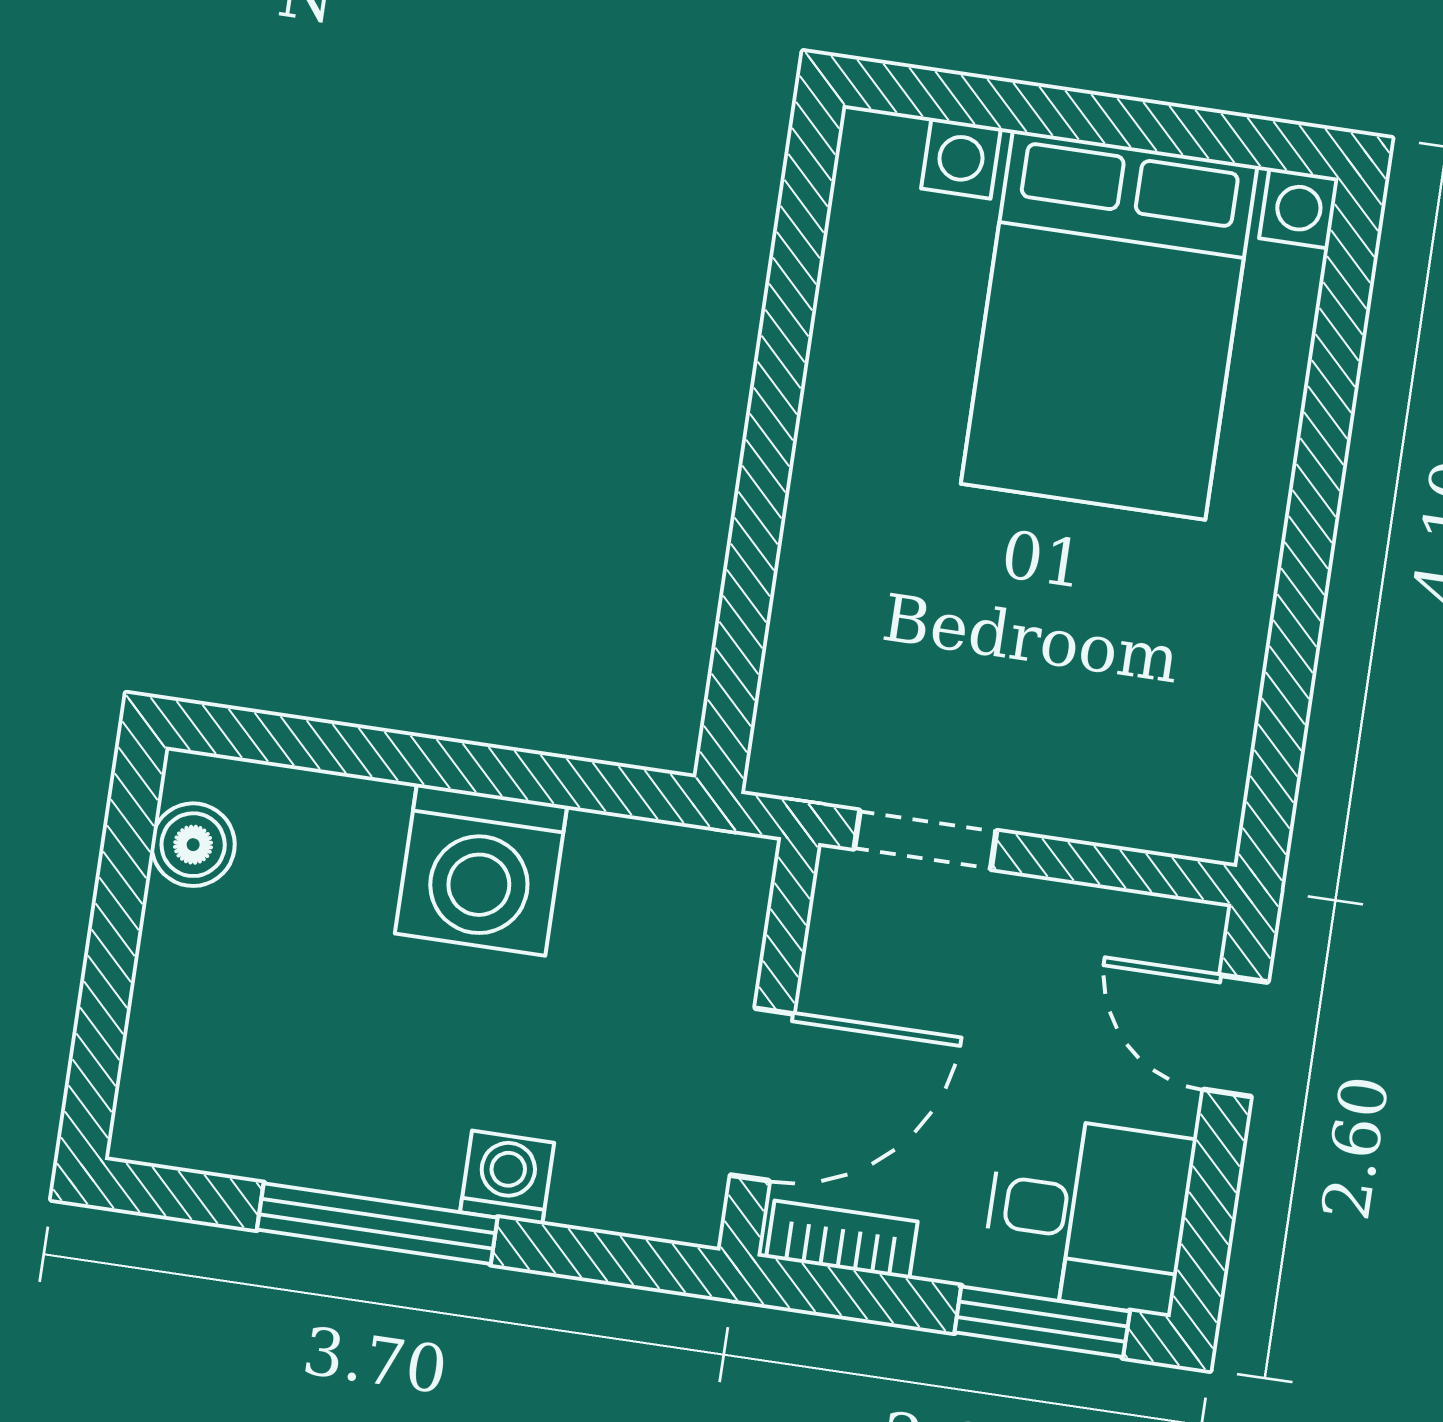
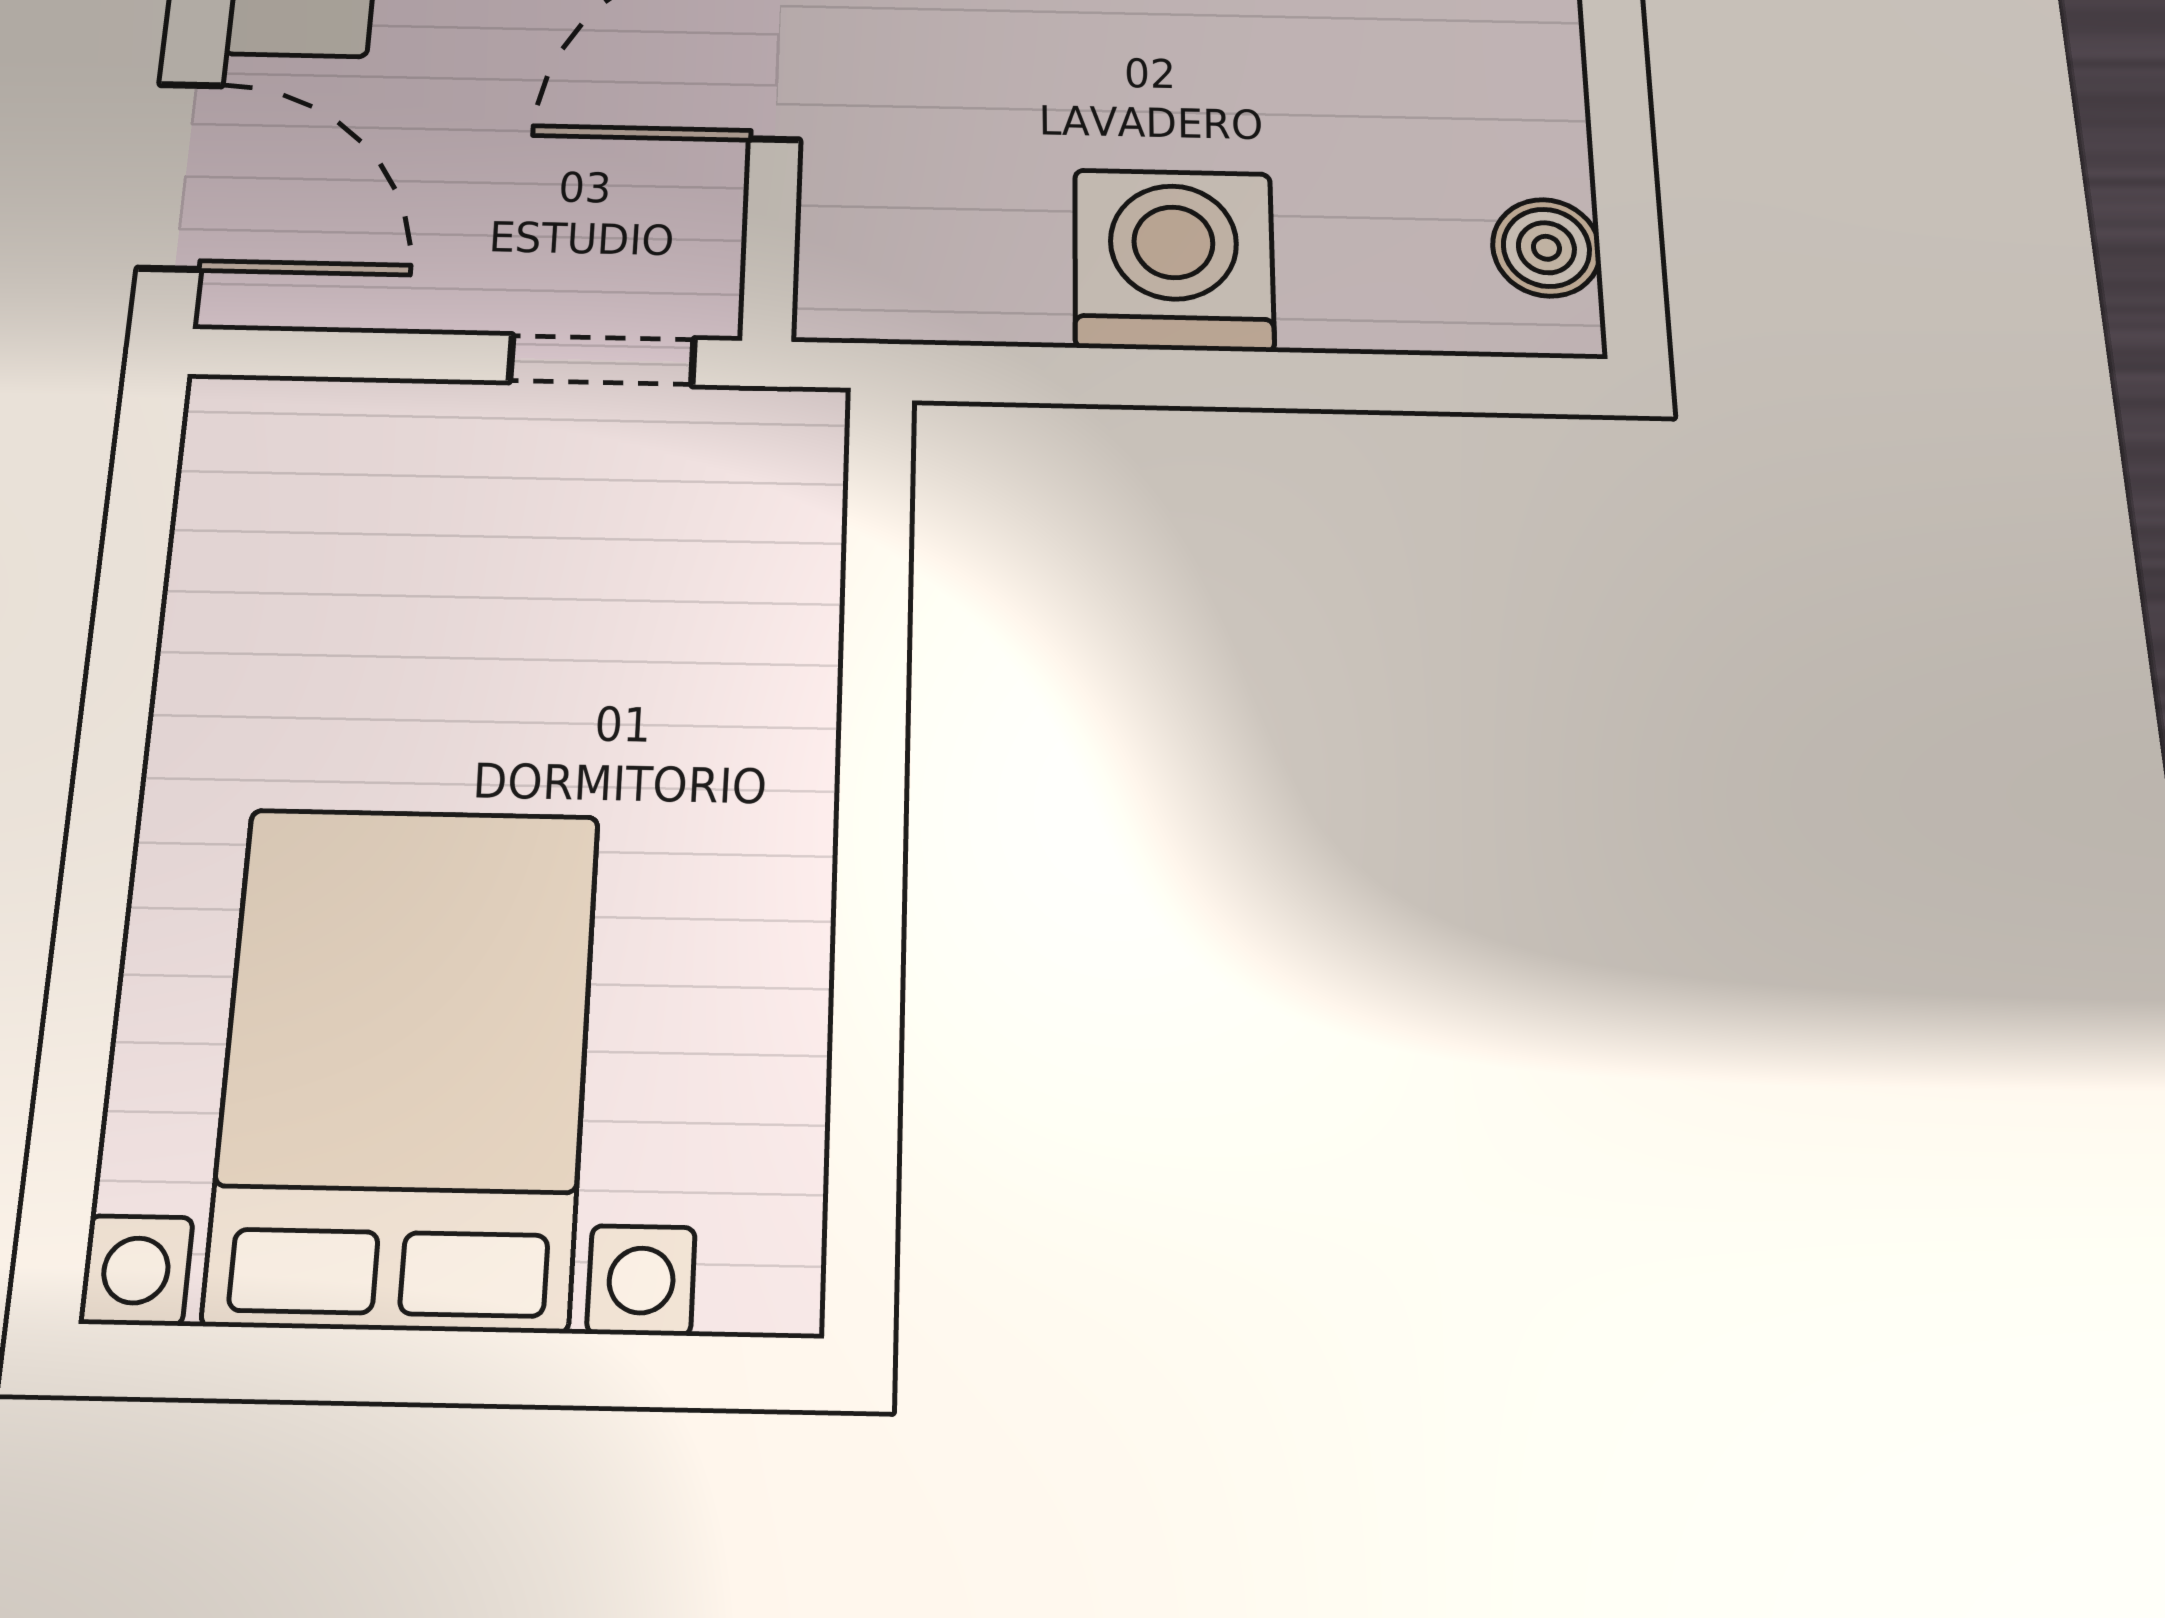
door: (1236, 1036) -> (180, 176), width x1.38

